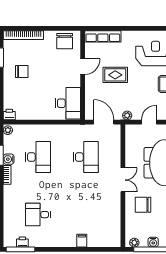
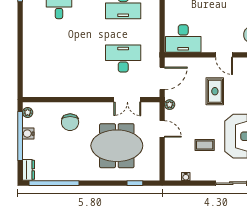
desk: (86, 157) -> (123, 59), turned 180
double door: (123, 180) -> (127, 100), moved
chair: (143, 205) -> (70, 122), turned 180
filing cabinet: (82, 241) -> (30, 54), removed

